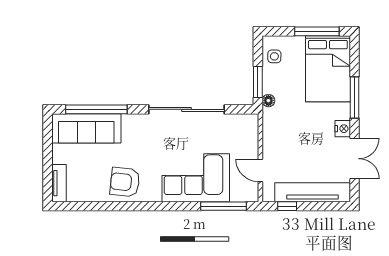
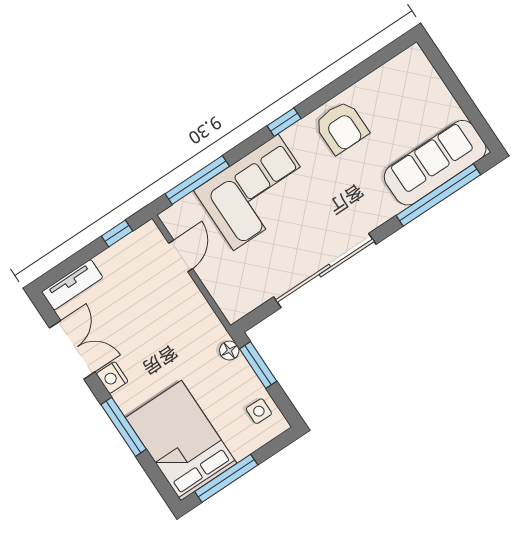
double door: (354, 159) -> (72, 350), swing flipped
door: (260, 170) -> (181, 256), hinge flipped
armchair: (125, 182) -> (341, 127), turned 84
tv unit: (59, 183) -> (424, 71), removed
tv unit: (313, 192) -> (72, 285), width x0.52, depth x0.78
window: (155, 206) -> (284, 122), added

